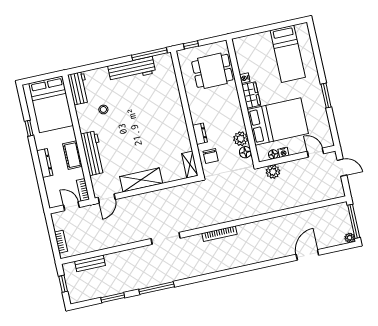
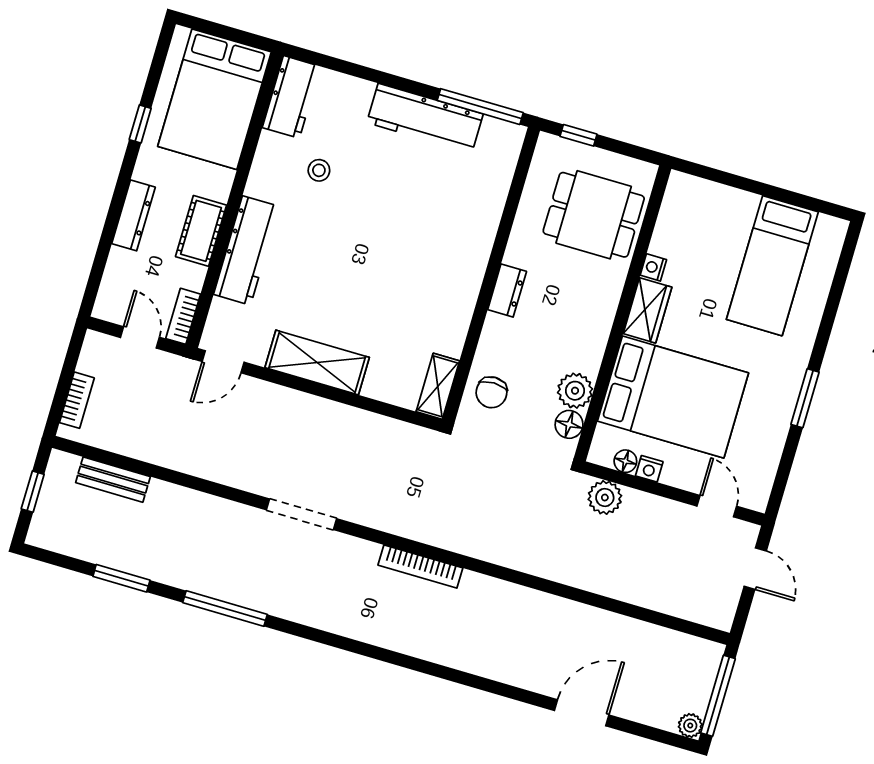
dresser: (200, 134) -> (507, 291), moved

